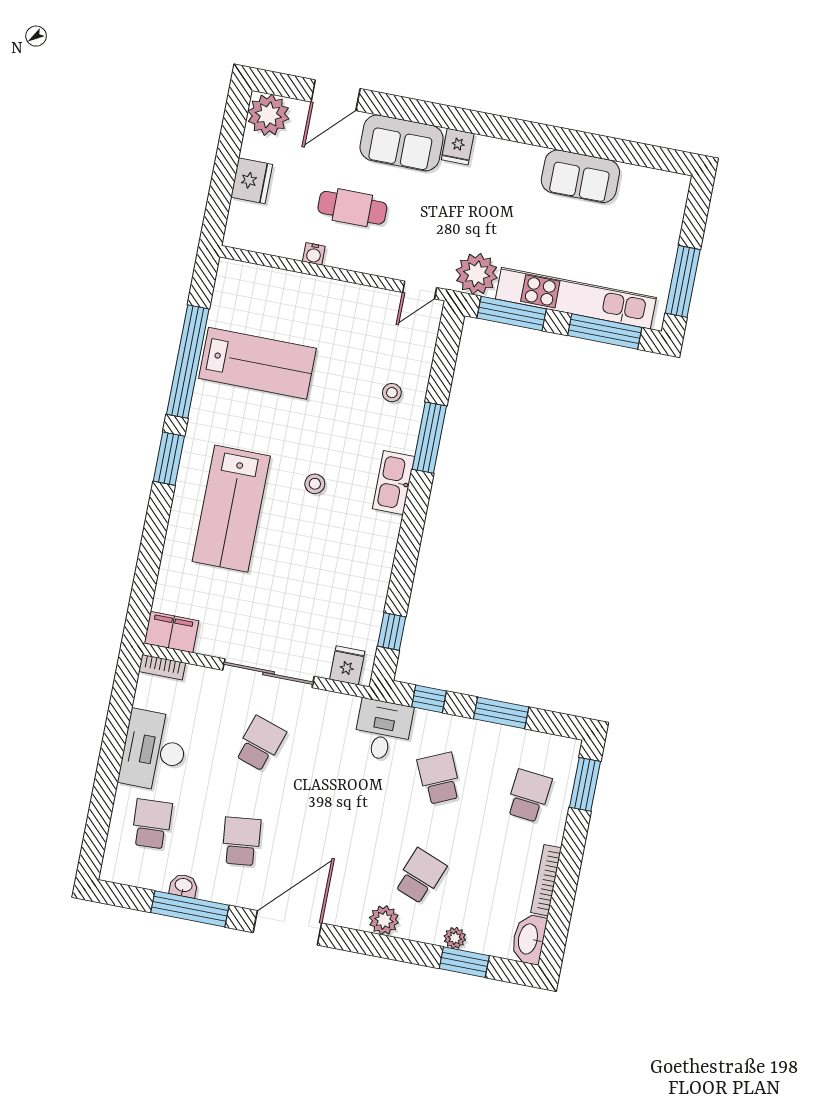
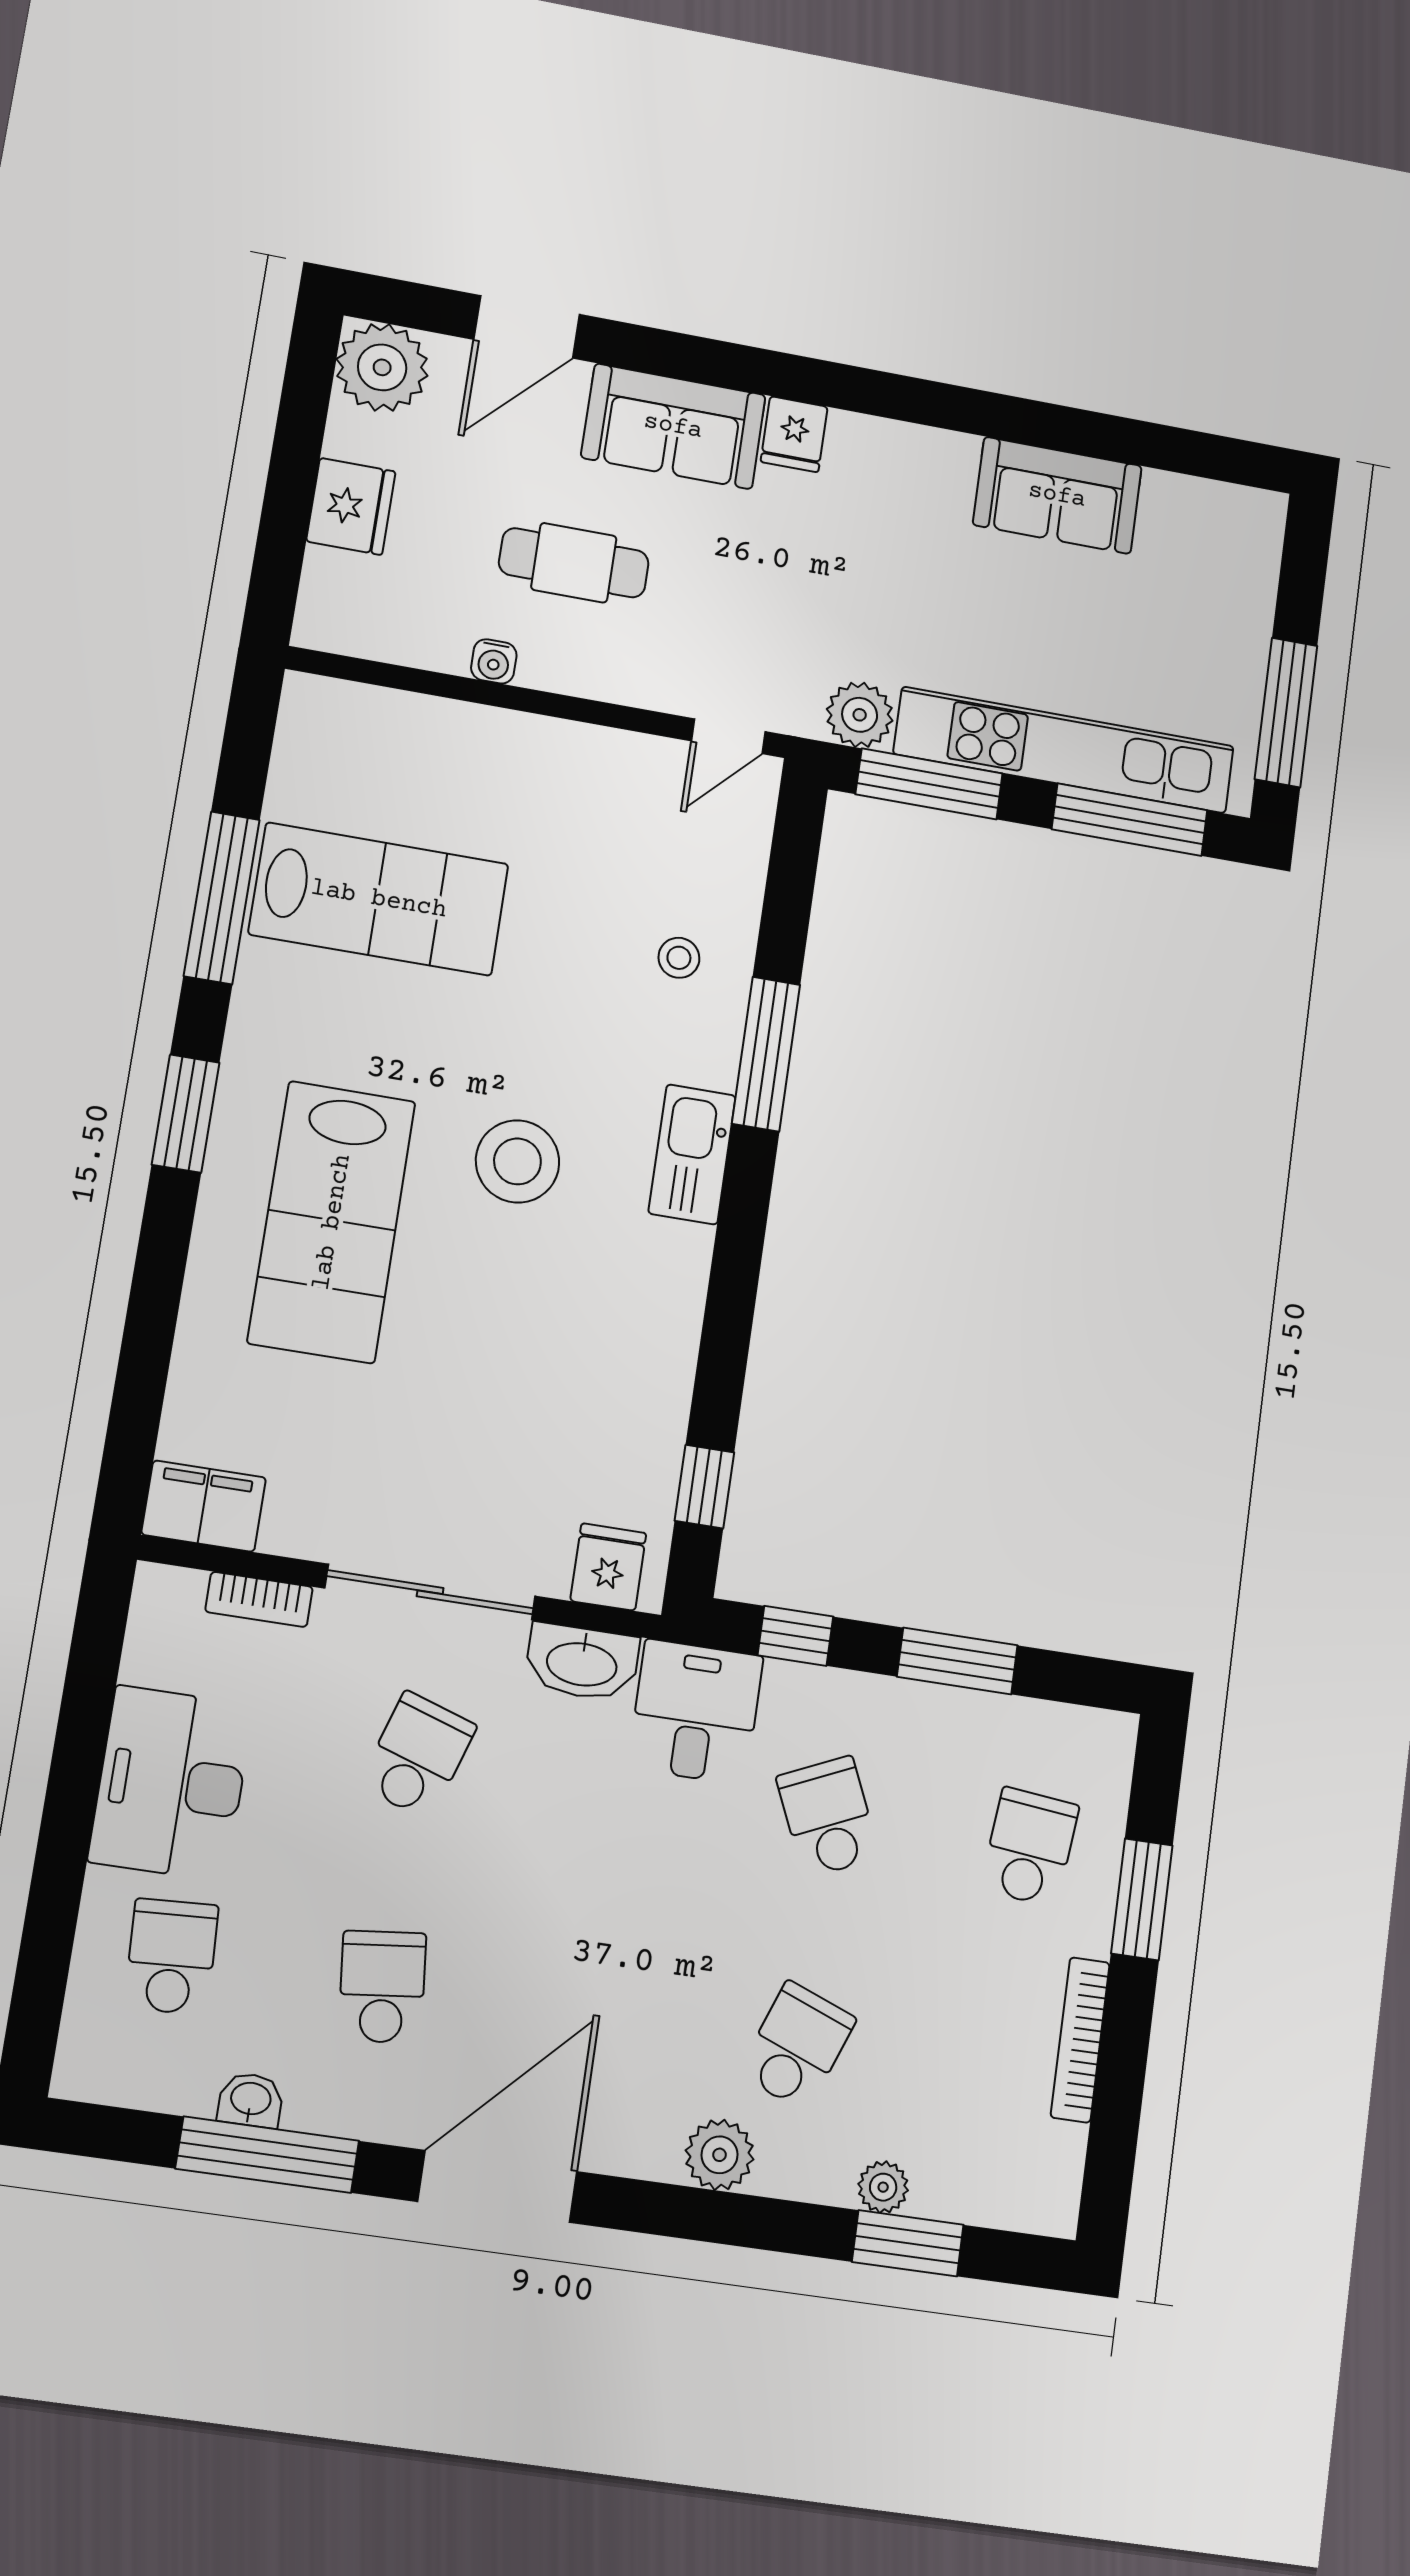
plant: (477, 274) -> (860, 715), width x0.73, depth x0.73
window: (188, 362) -> (222, 898), width x0.68
stool: (315, 484) -> (517, 1161), width x1.89, depth x1.89
bookcase: (162, 667) -> (259, 1599), moved
window: (585, 784) -> (1142, 1899), moved
washbasin: (529, 939) -> (582, 1662), moved, turned -90

